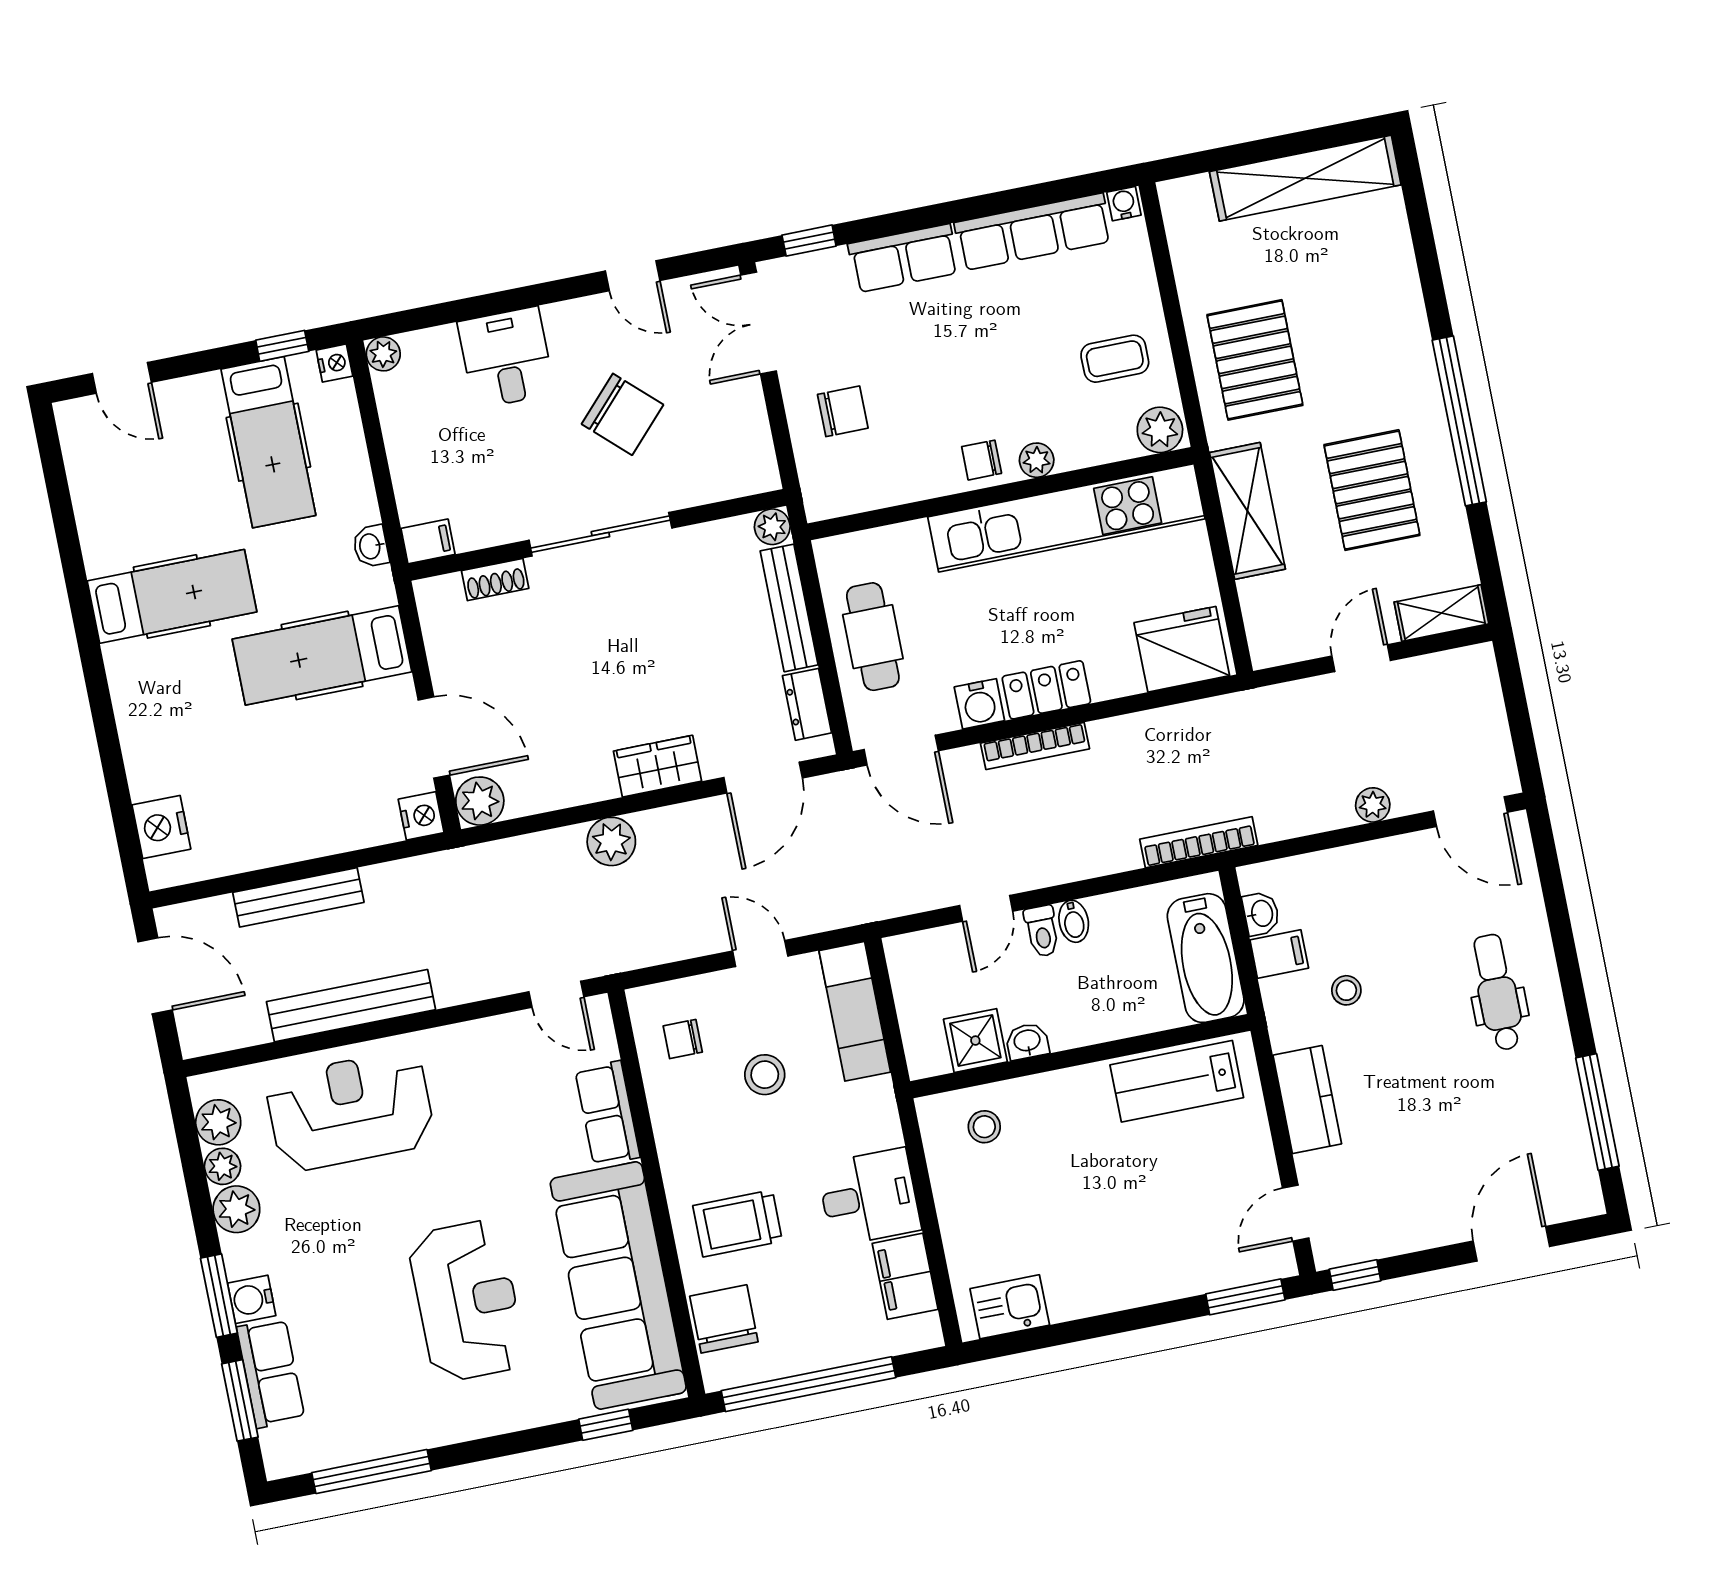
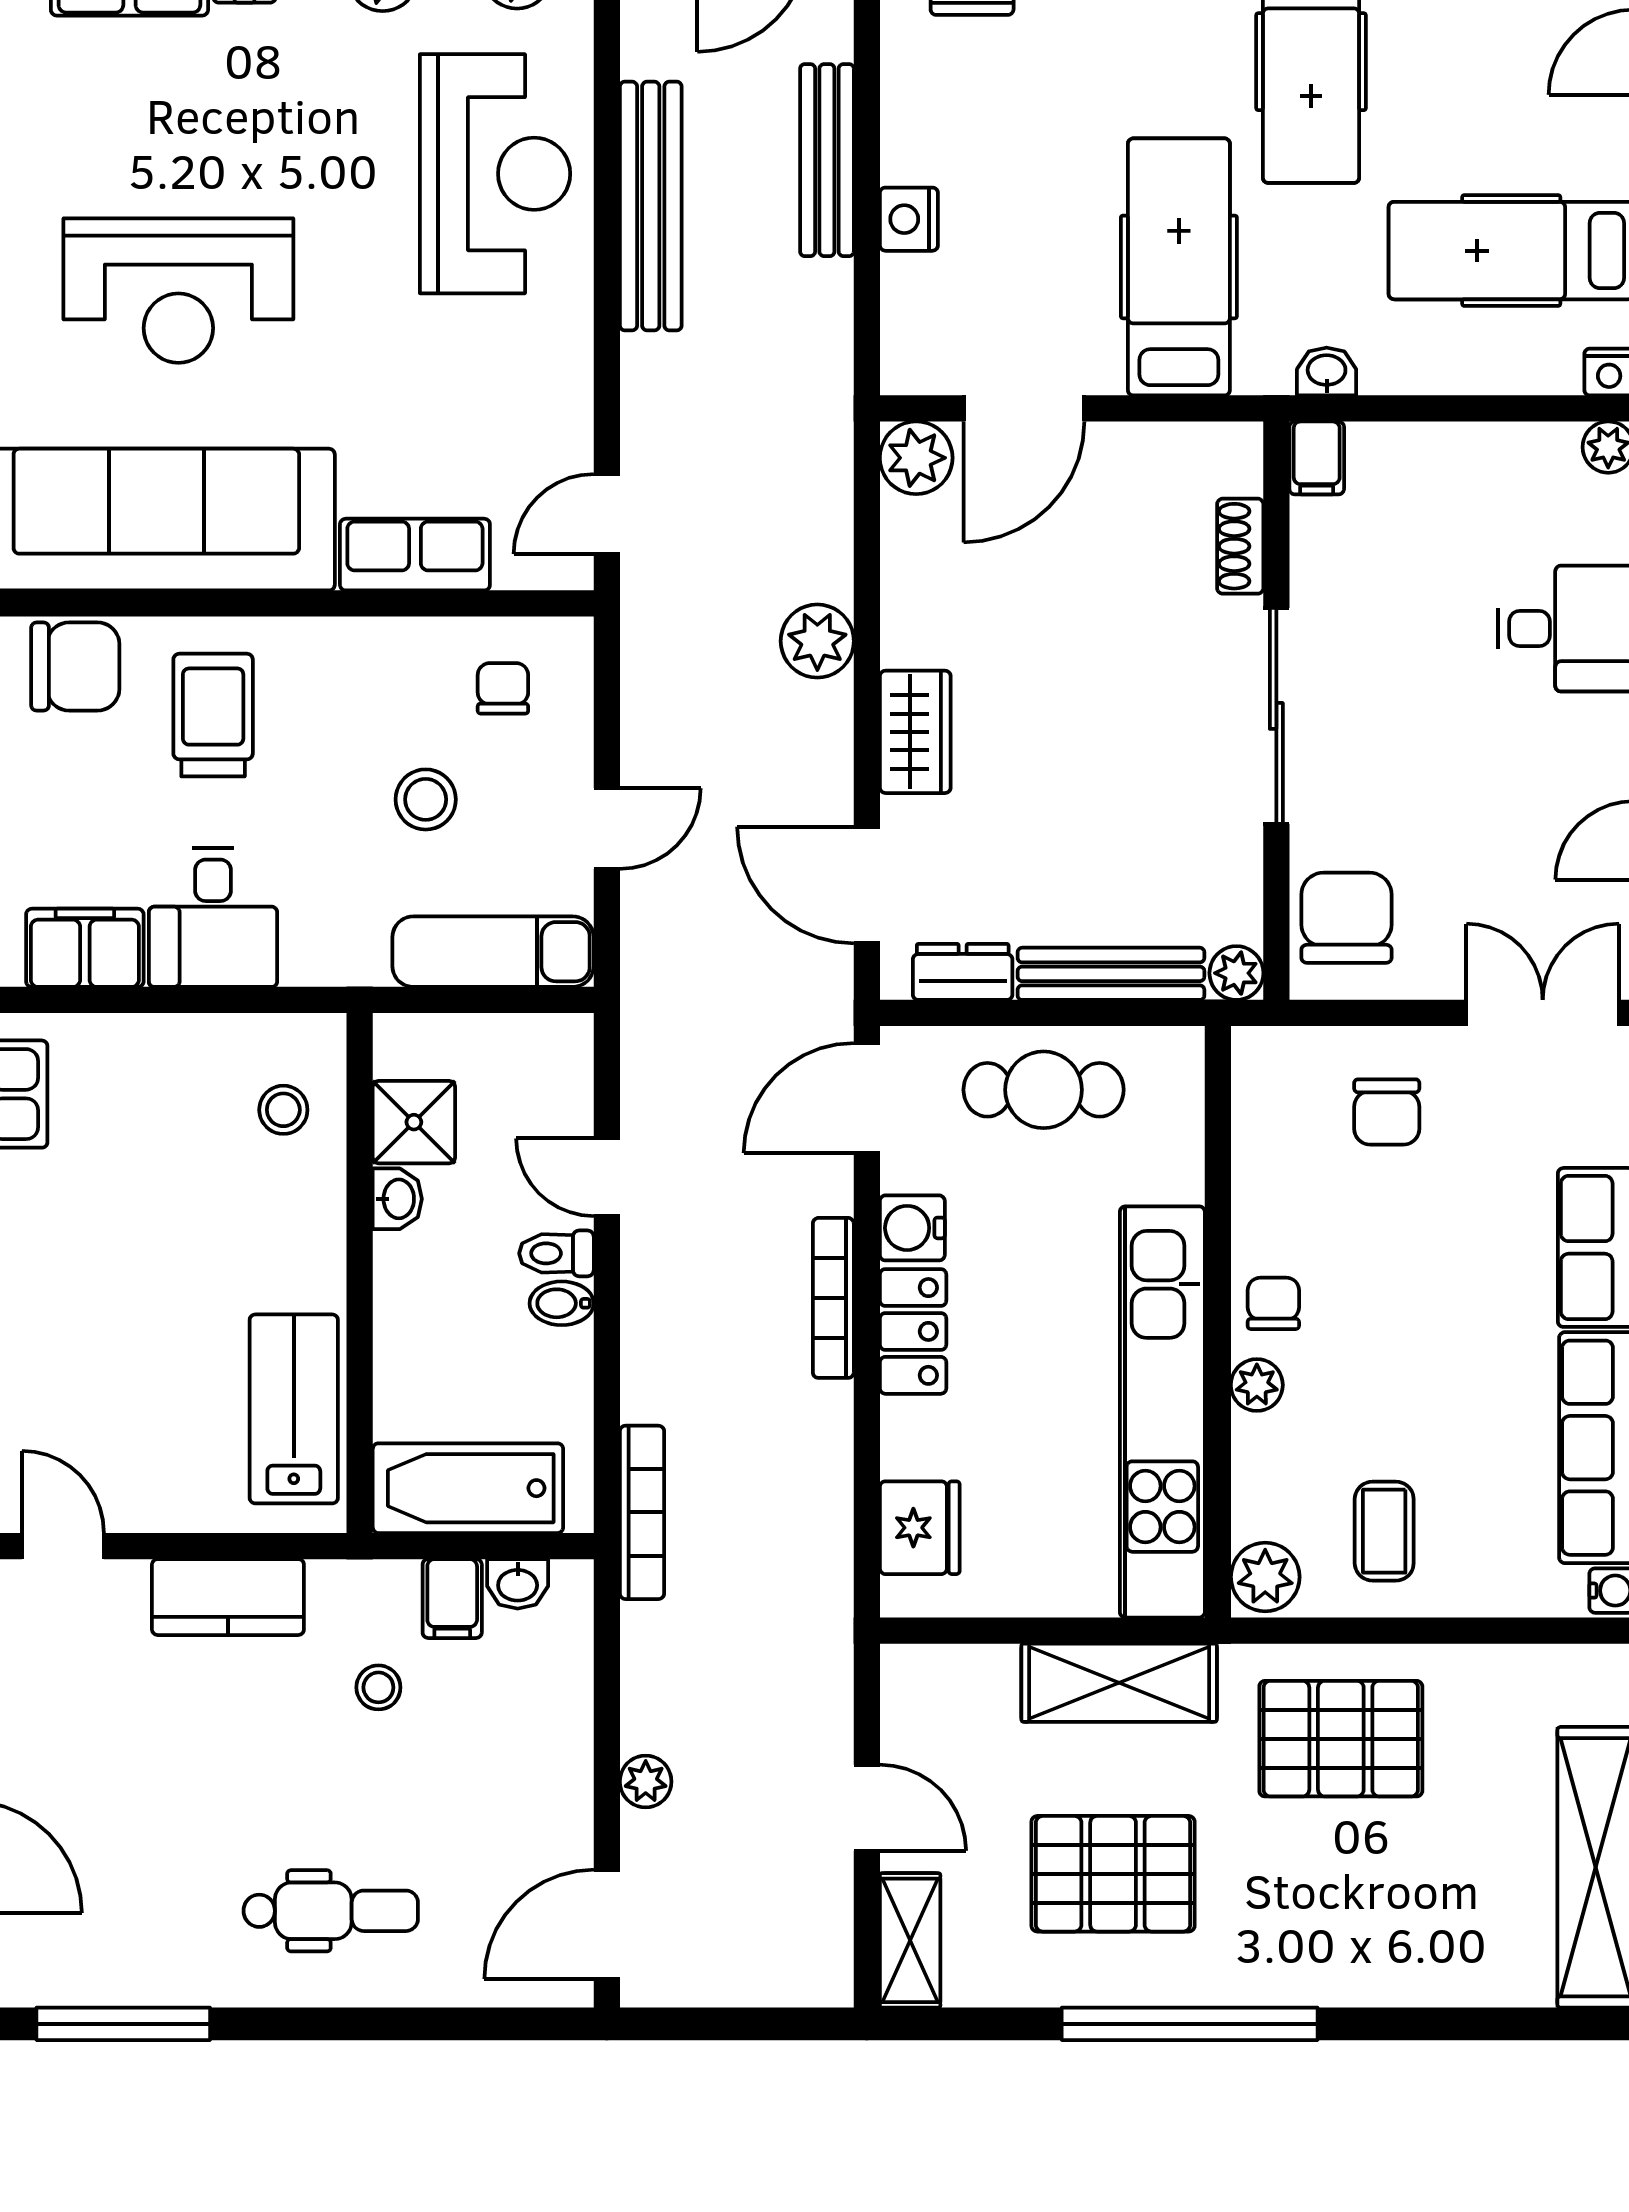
chair: (622, 414) -> (1346, 918), moved, turned 137
fridge: (1182, 649) -> (920, 1528), width x0.73, depth x0.75
nightstand: (421, 816) -> (909, 219), moved, turned 90

